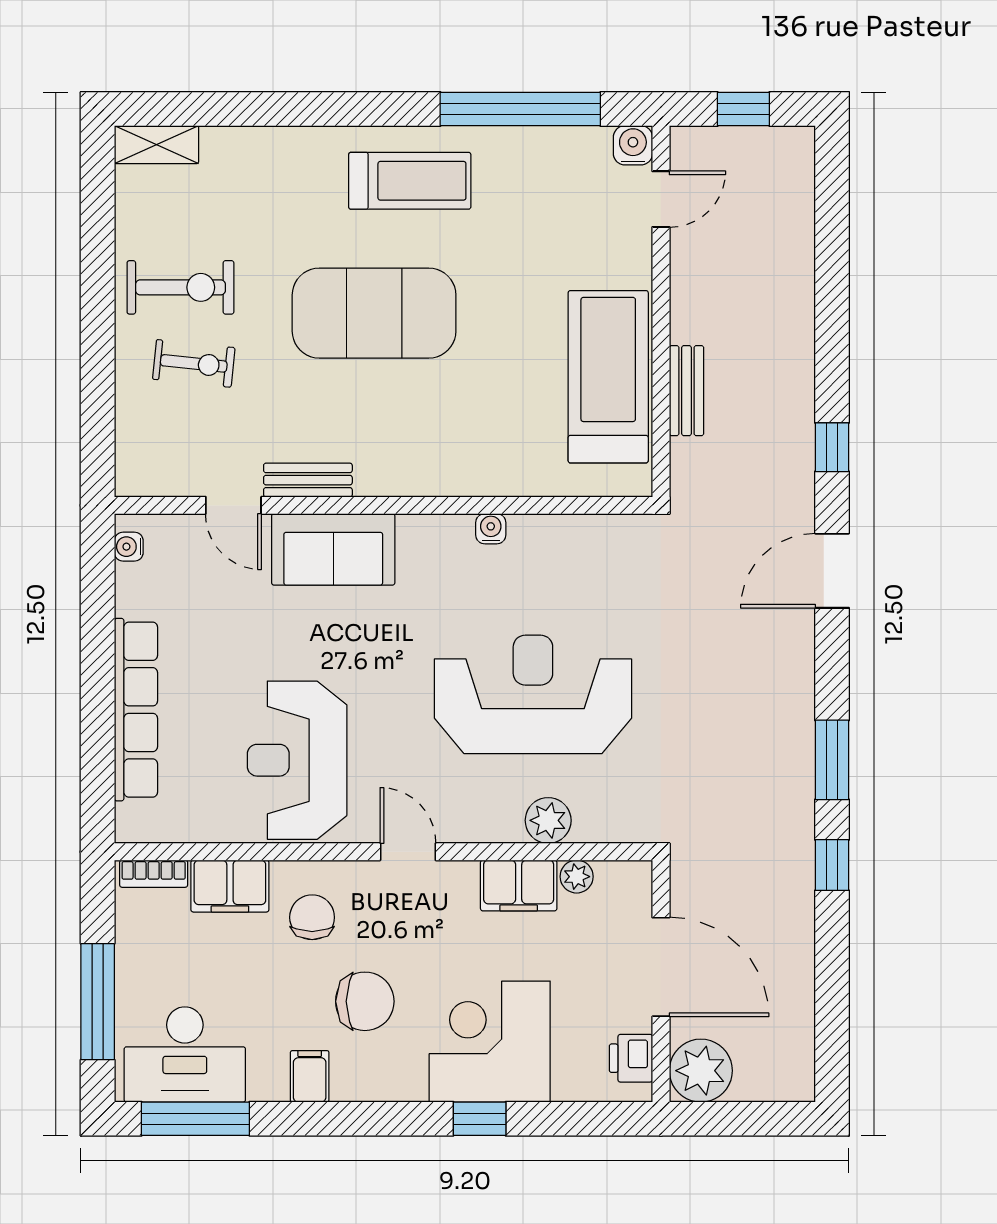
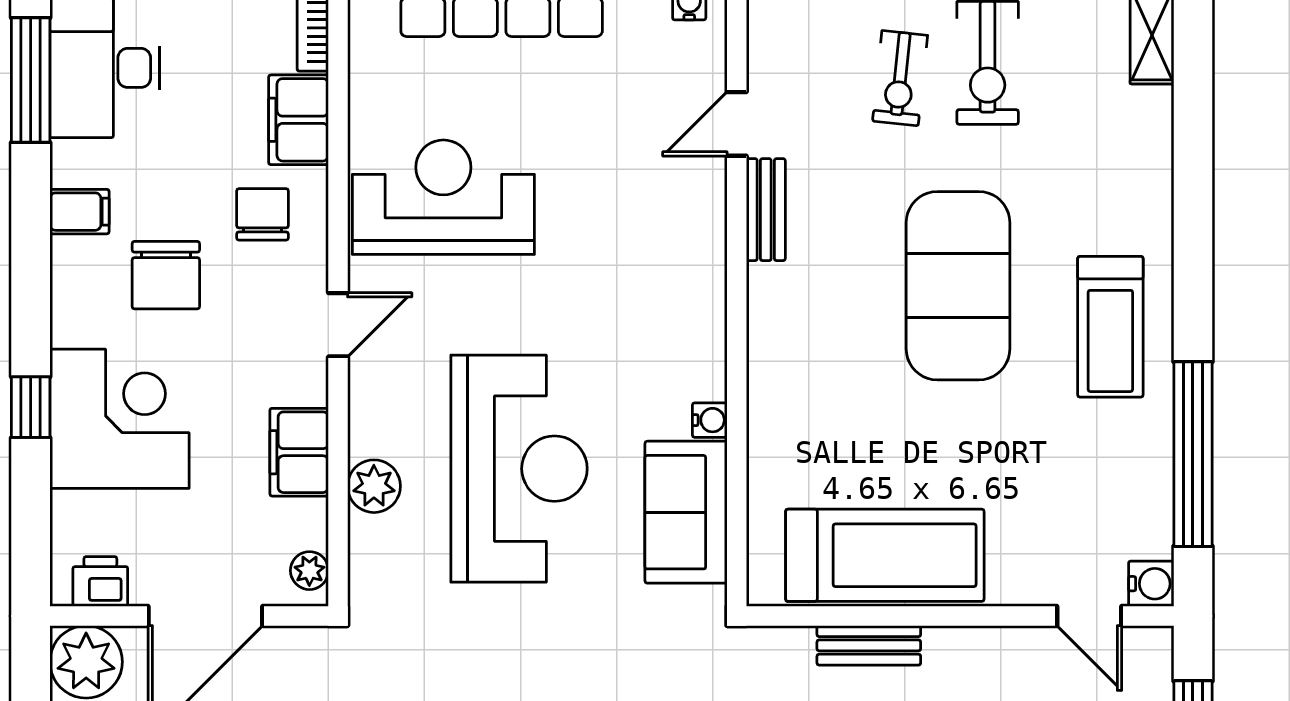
sofa: (333, 549) -> (686, 512), moved
plant: (577, 877) -> (309, 571), moved
chair: (312, 917) -> (263, 214), turned -90

